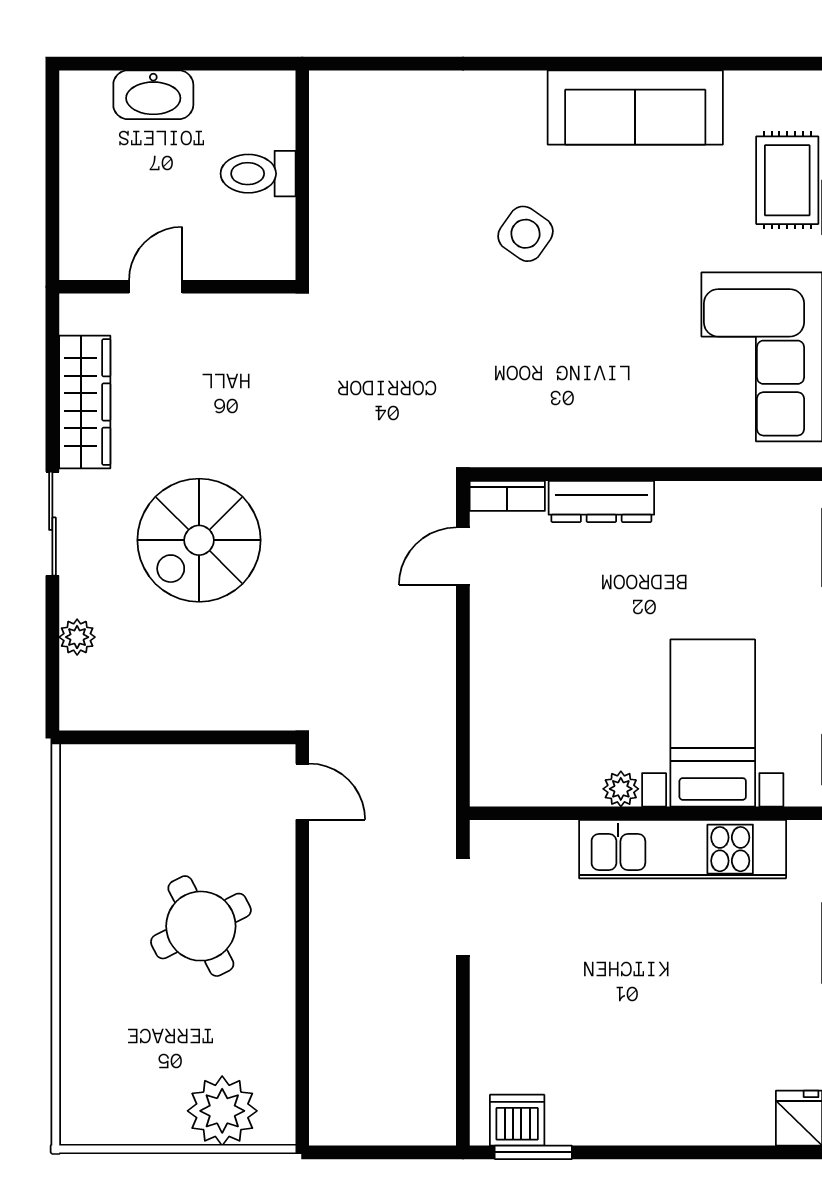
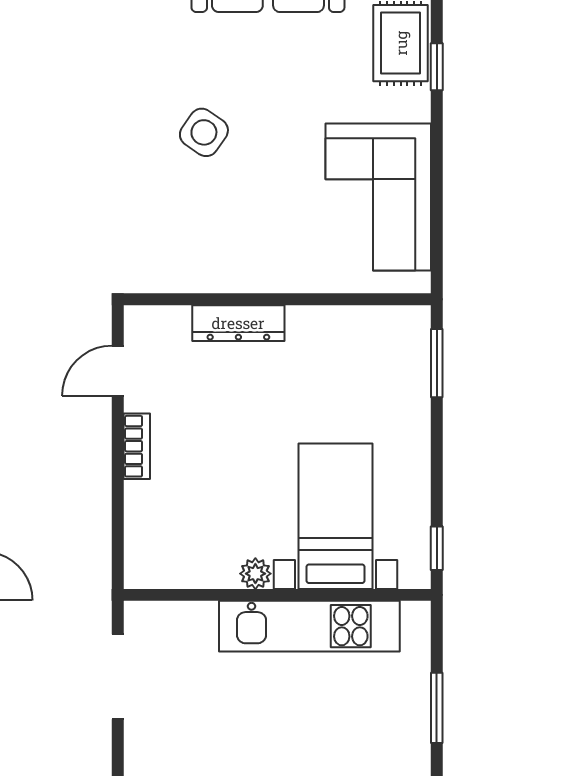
side table: (525, 234) -> (204, 132), moved
bookcase: (507, 496) -> (137, 446), moved, turned -90

